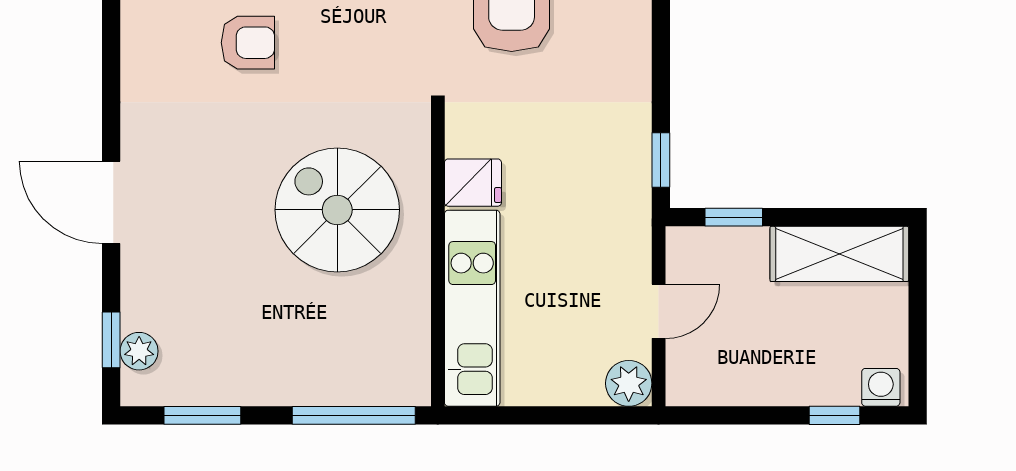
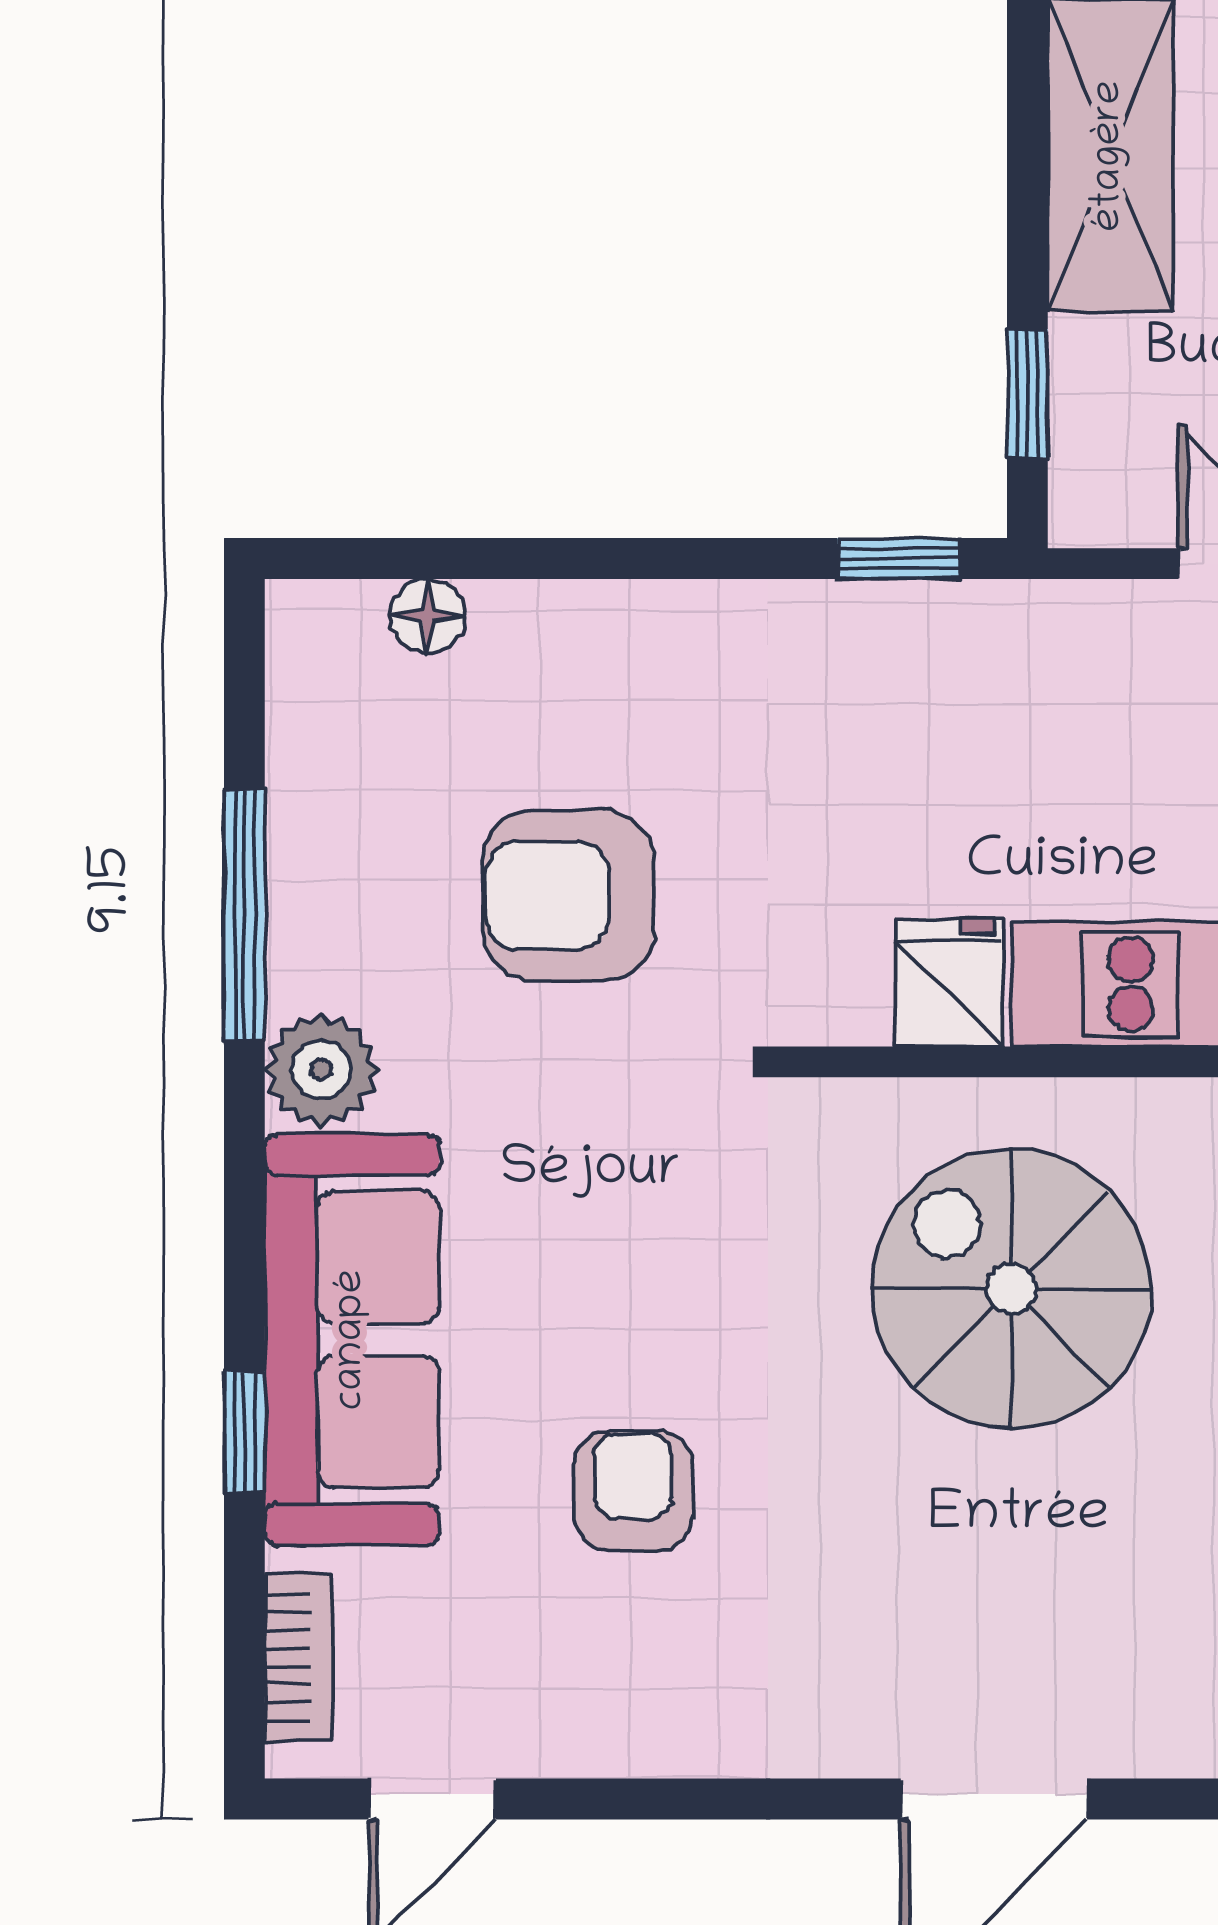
spiral stairs: (337, 210) -> (1011, 1289), turned 90

